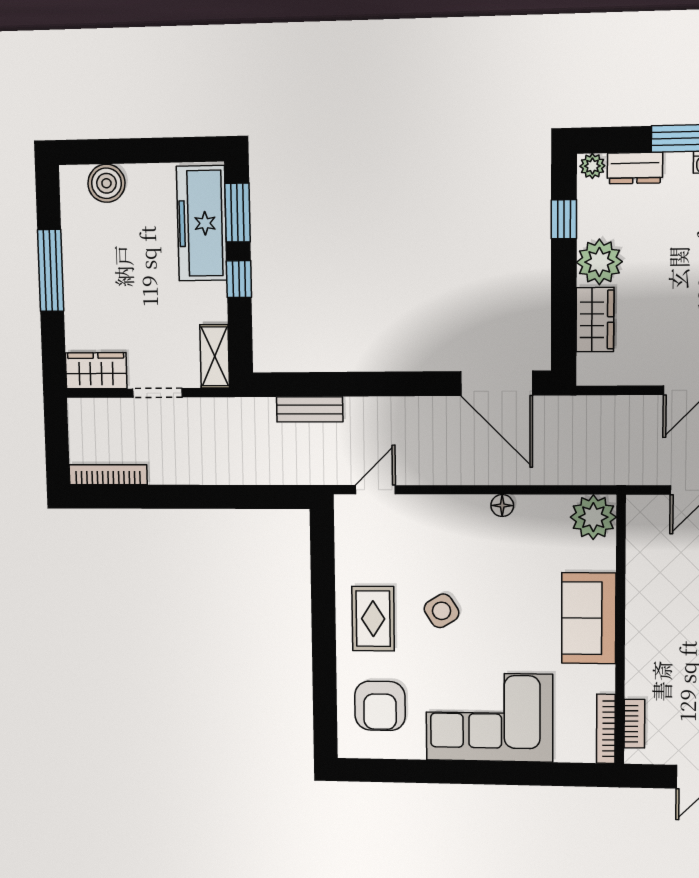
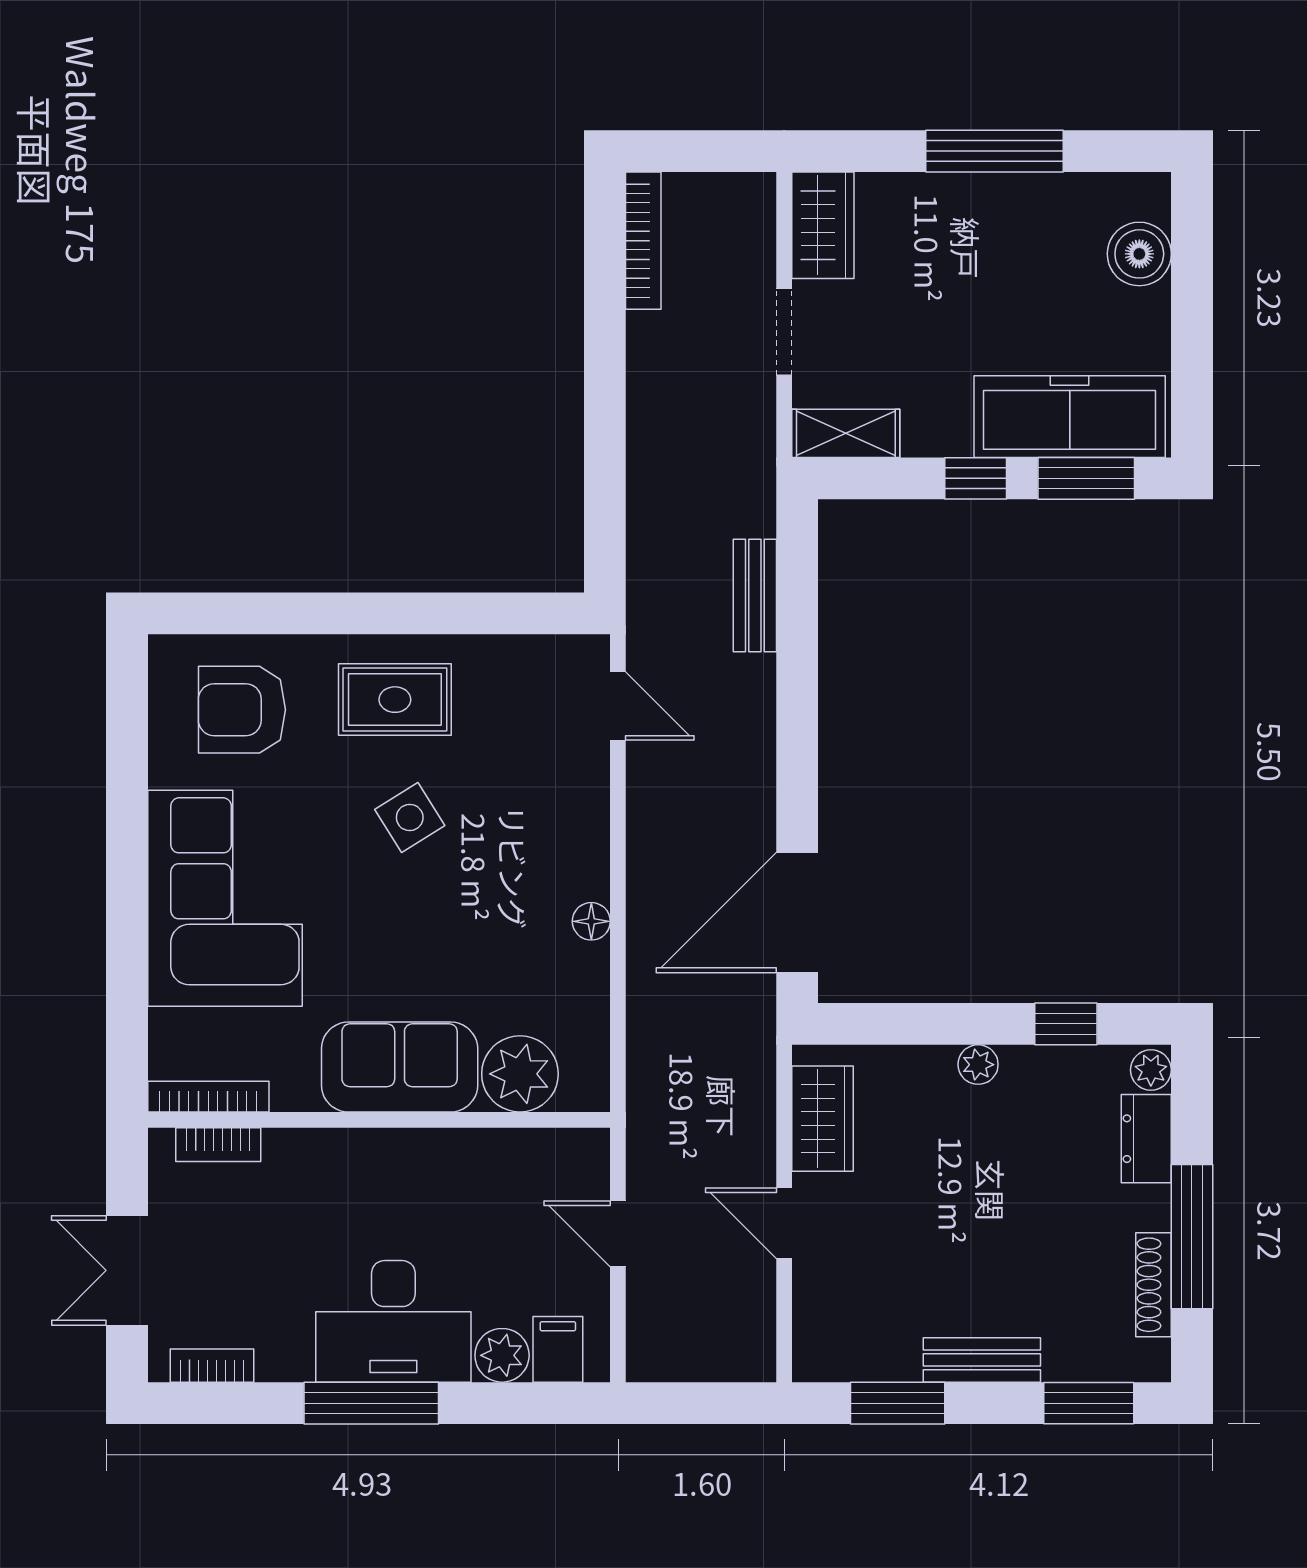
plant: (599, 262) -> (978, 1065), width x0.53, depth x0.53
wardrobe: (595, 320) -> (823, 1119), moved, turned -90
plant: (593, 517) -> (520, 1074), moved

